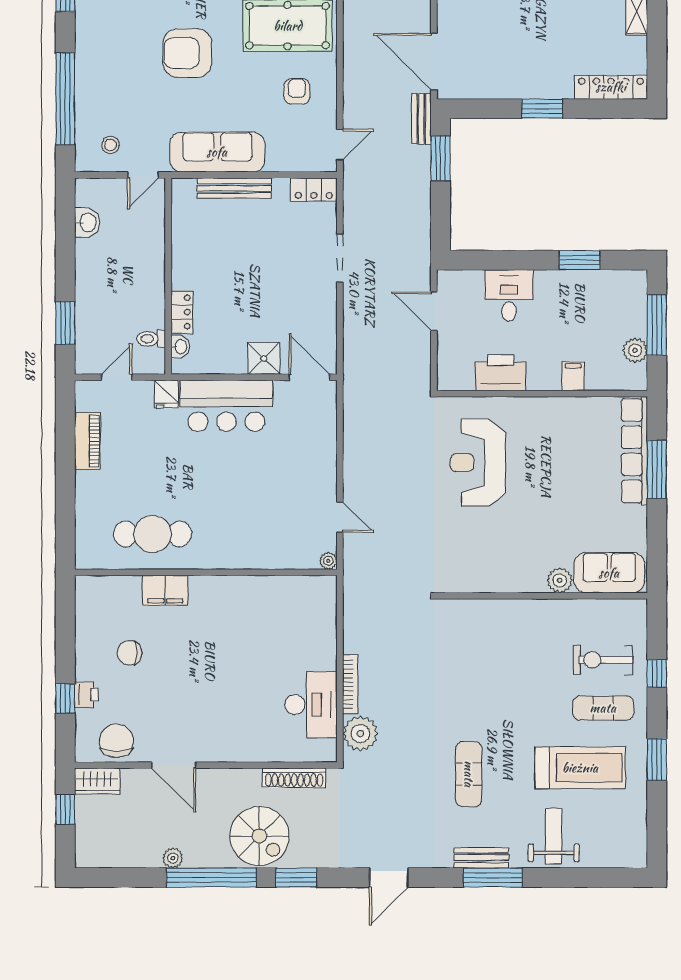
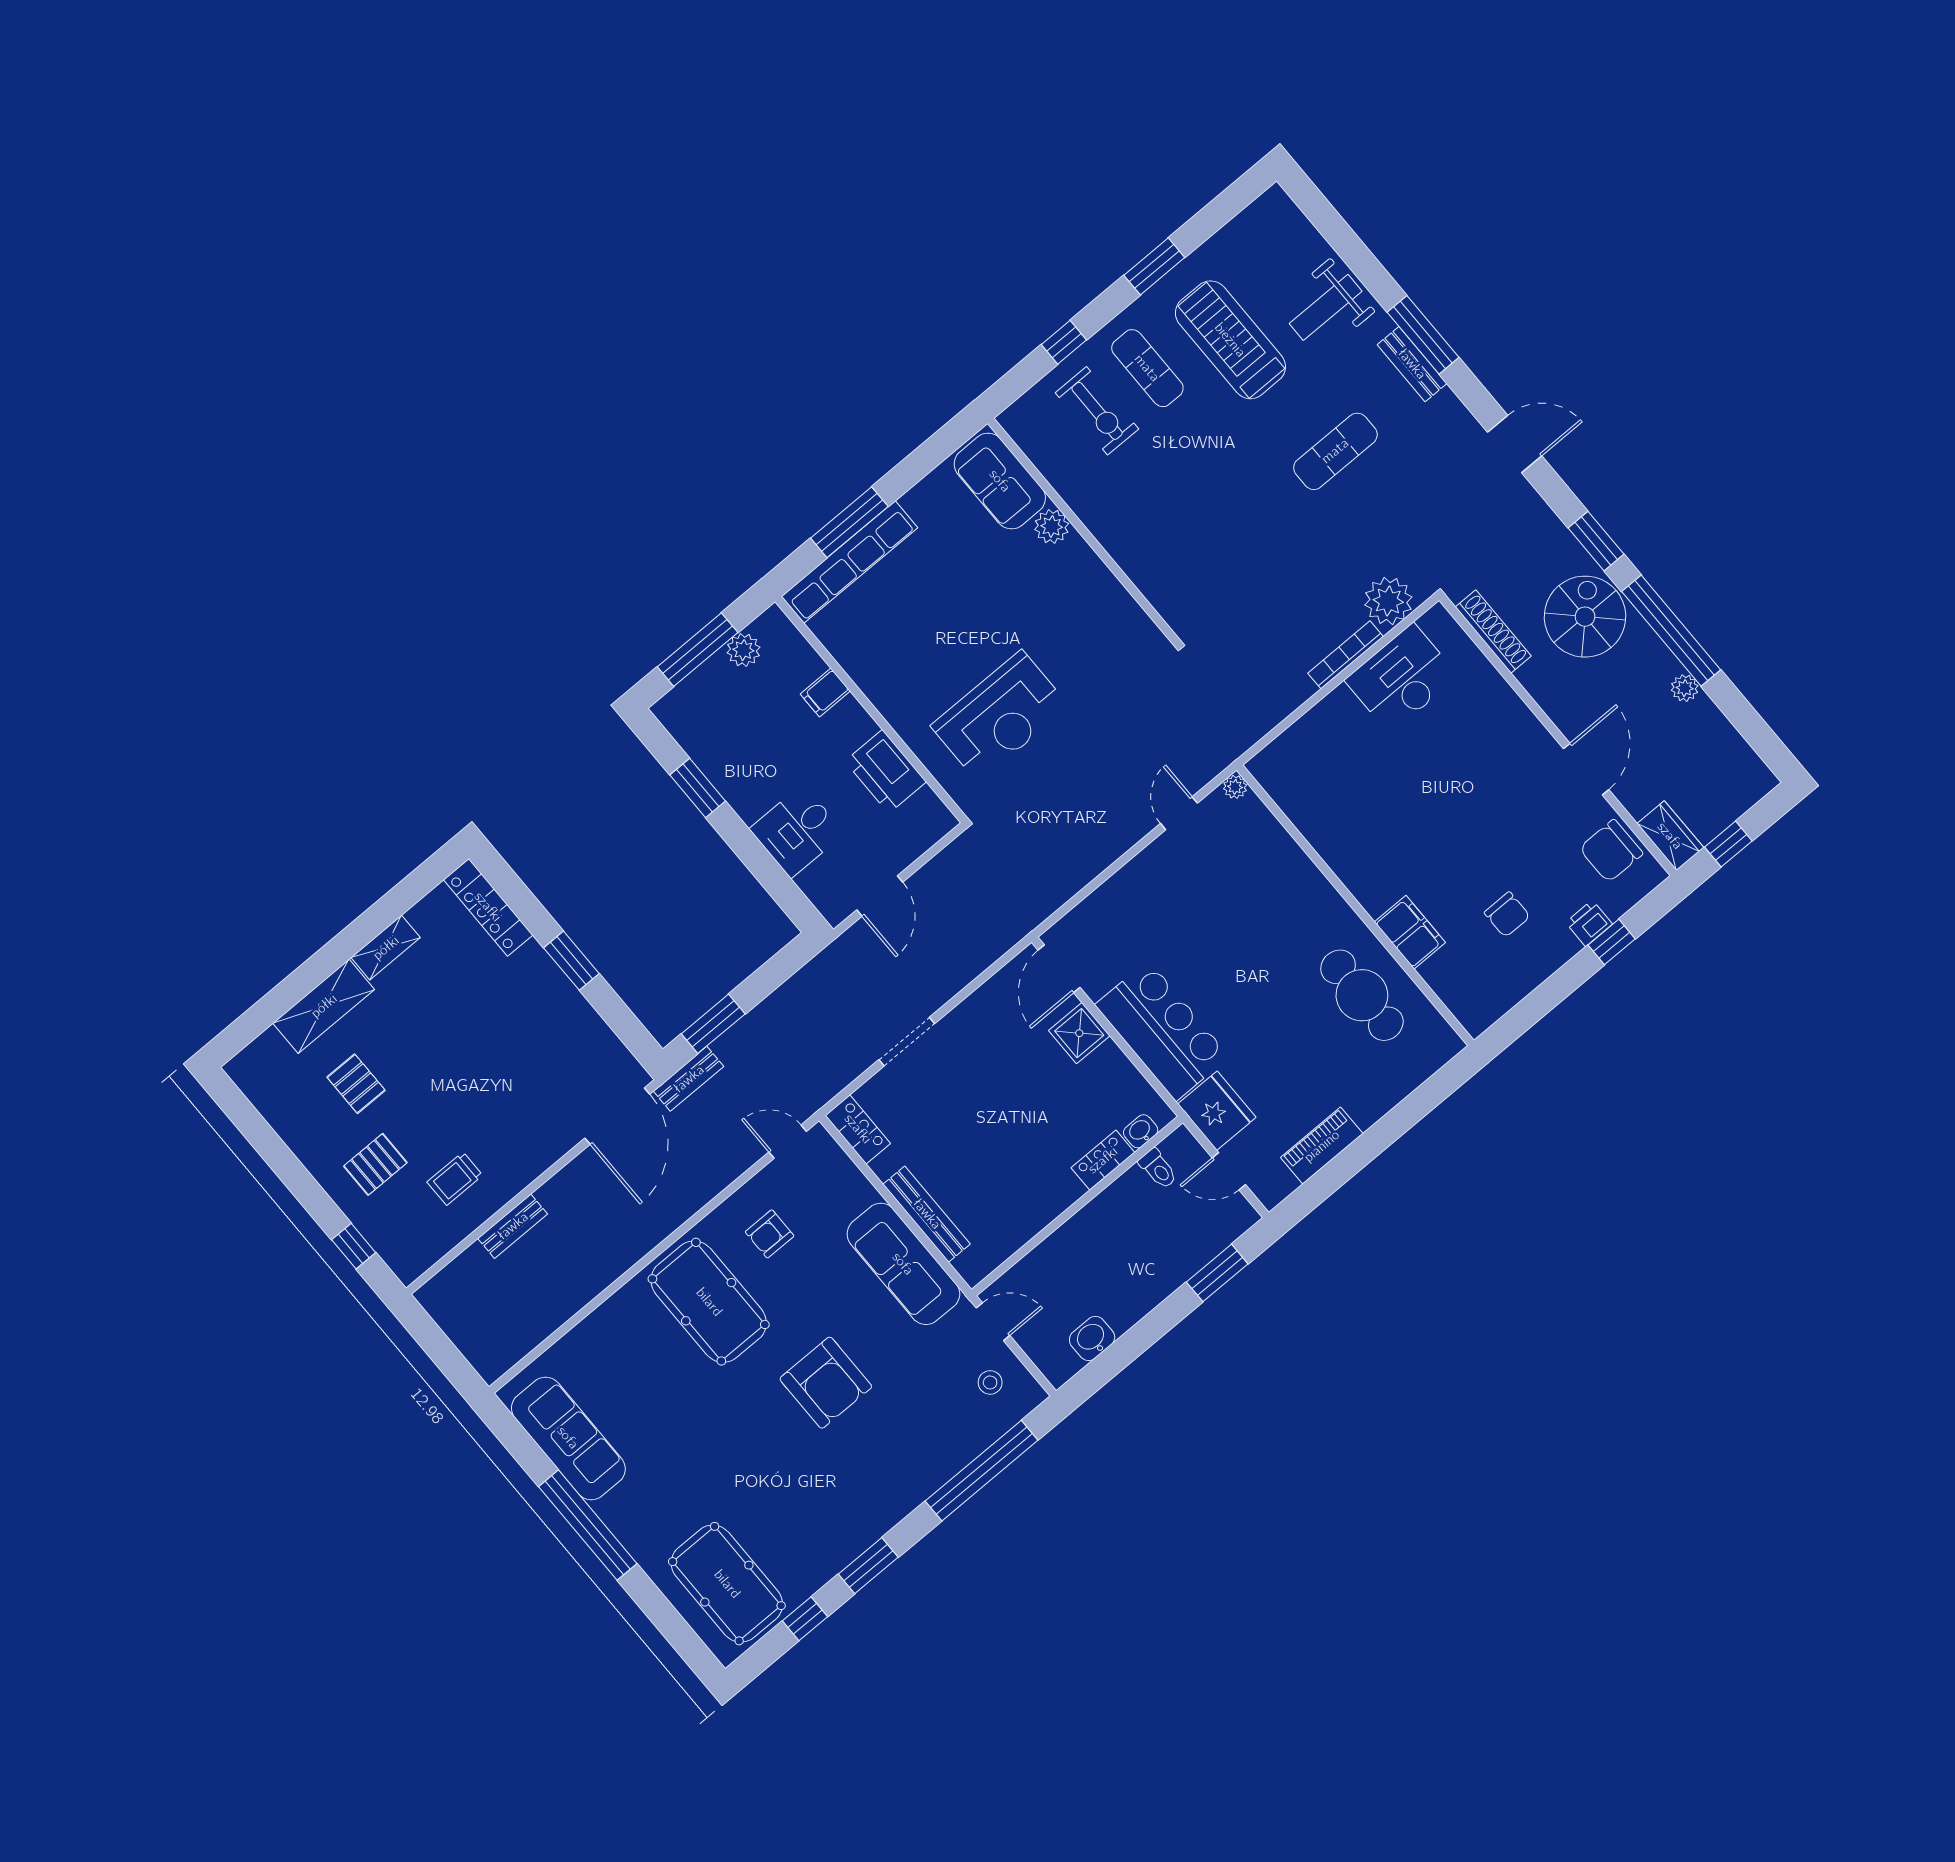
fridge: (166, 394) -> (1217, 1111), width x1.88, depth x1.34

